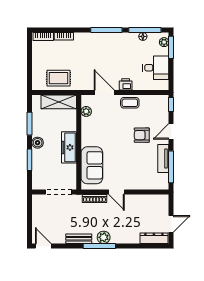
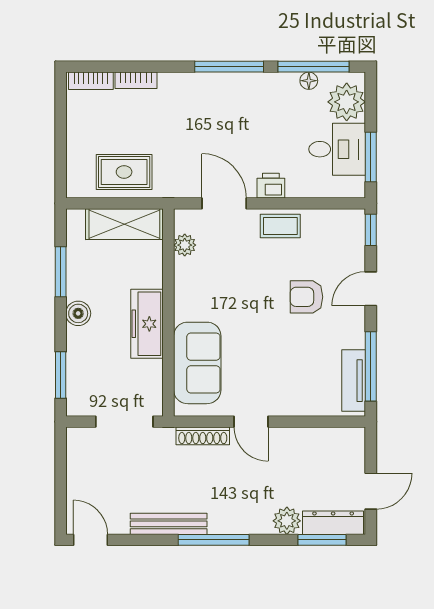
plant: (164, 42) -> (347, 102), width x1.87, depth x1.87
window: (171, 47) -> (371, 157), moved
tv unit: (163, 159) -> (354, 381), moved
window: (30, 160) -> (61, 375), moved
plant: (104, 237) -> (287, 521), moved
bench: (79, 239) -> (169, 524), width x1.36
window: (149, 246) -> (322, 540), added

